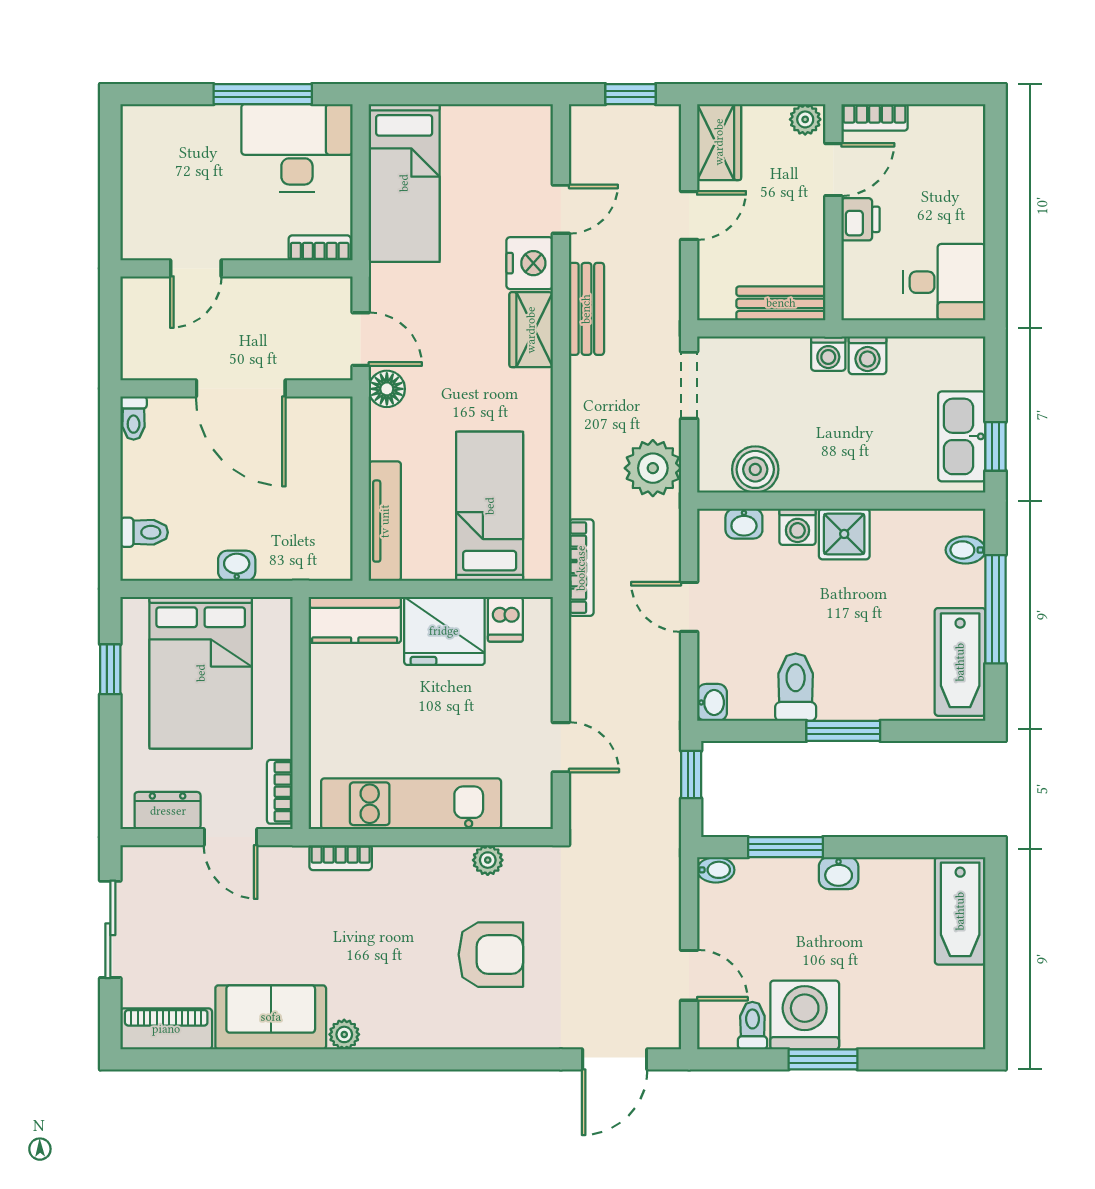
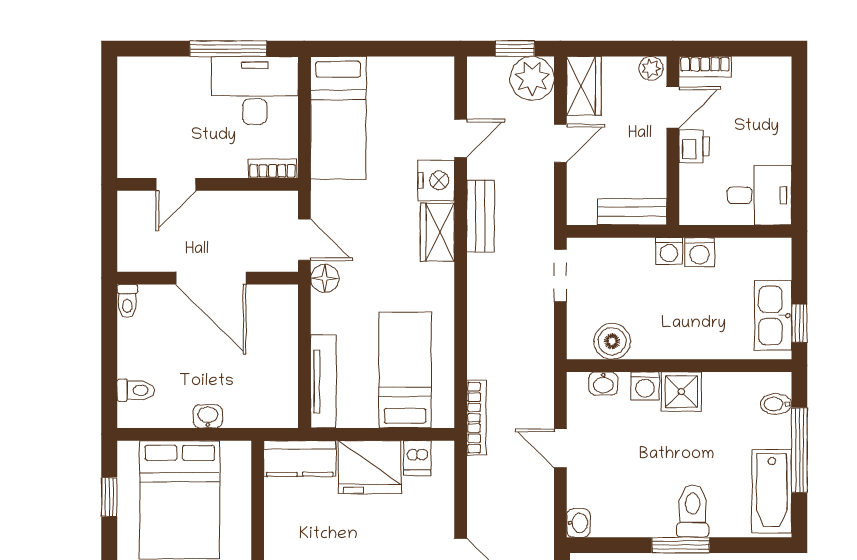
plant: (653, 468) -> (532, 78), moved
toilet: (796, 687) -> (693, 511), moved

